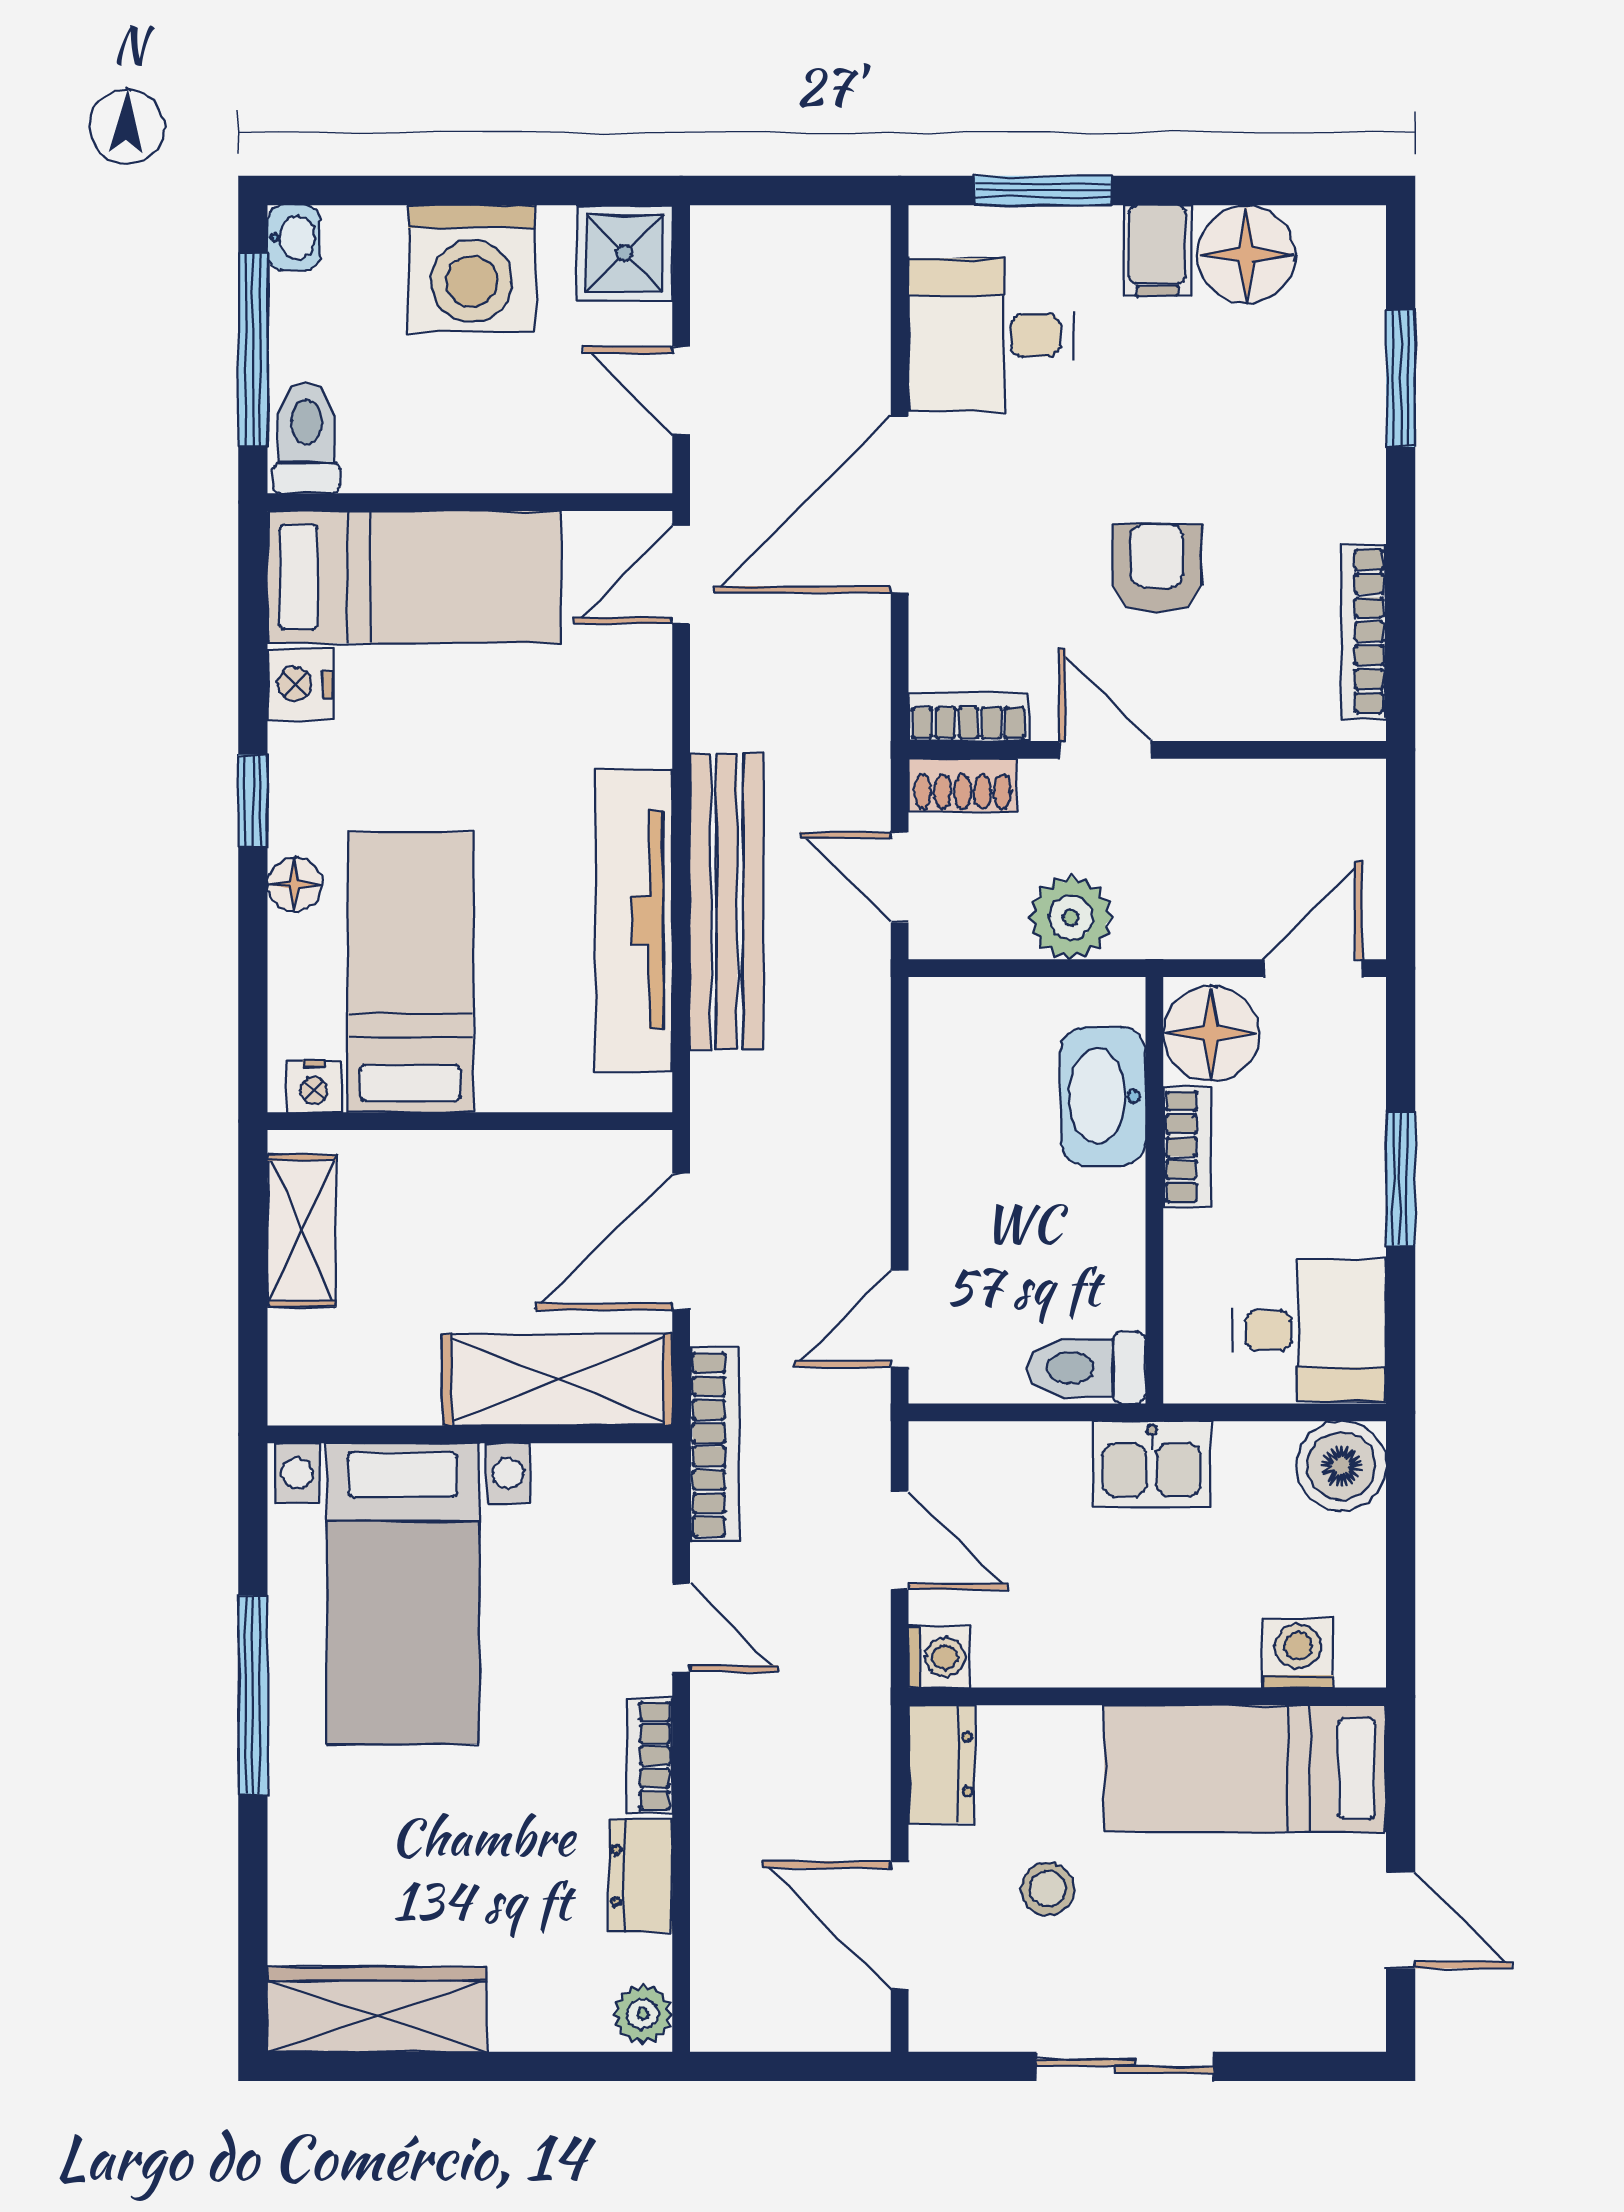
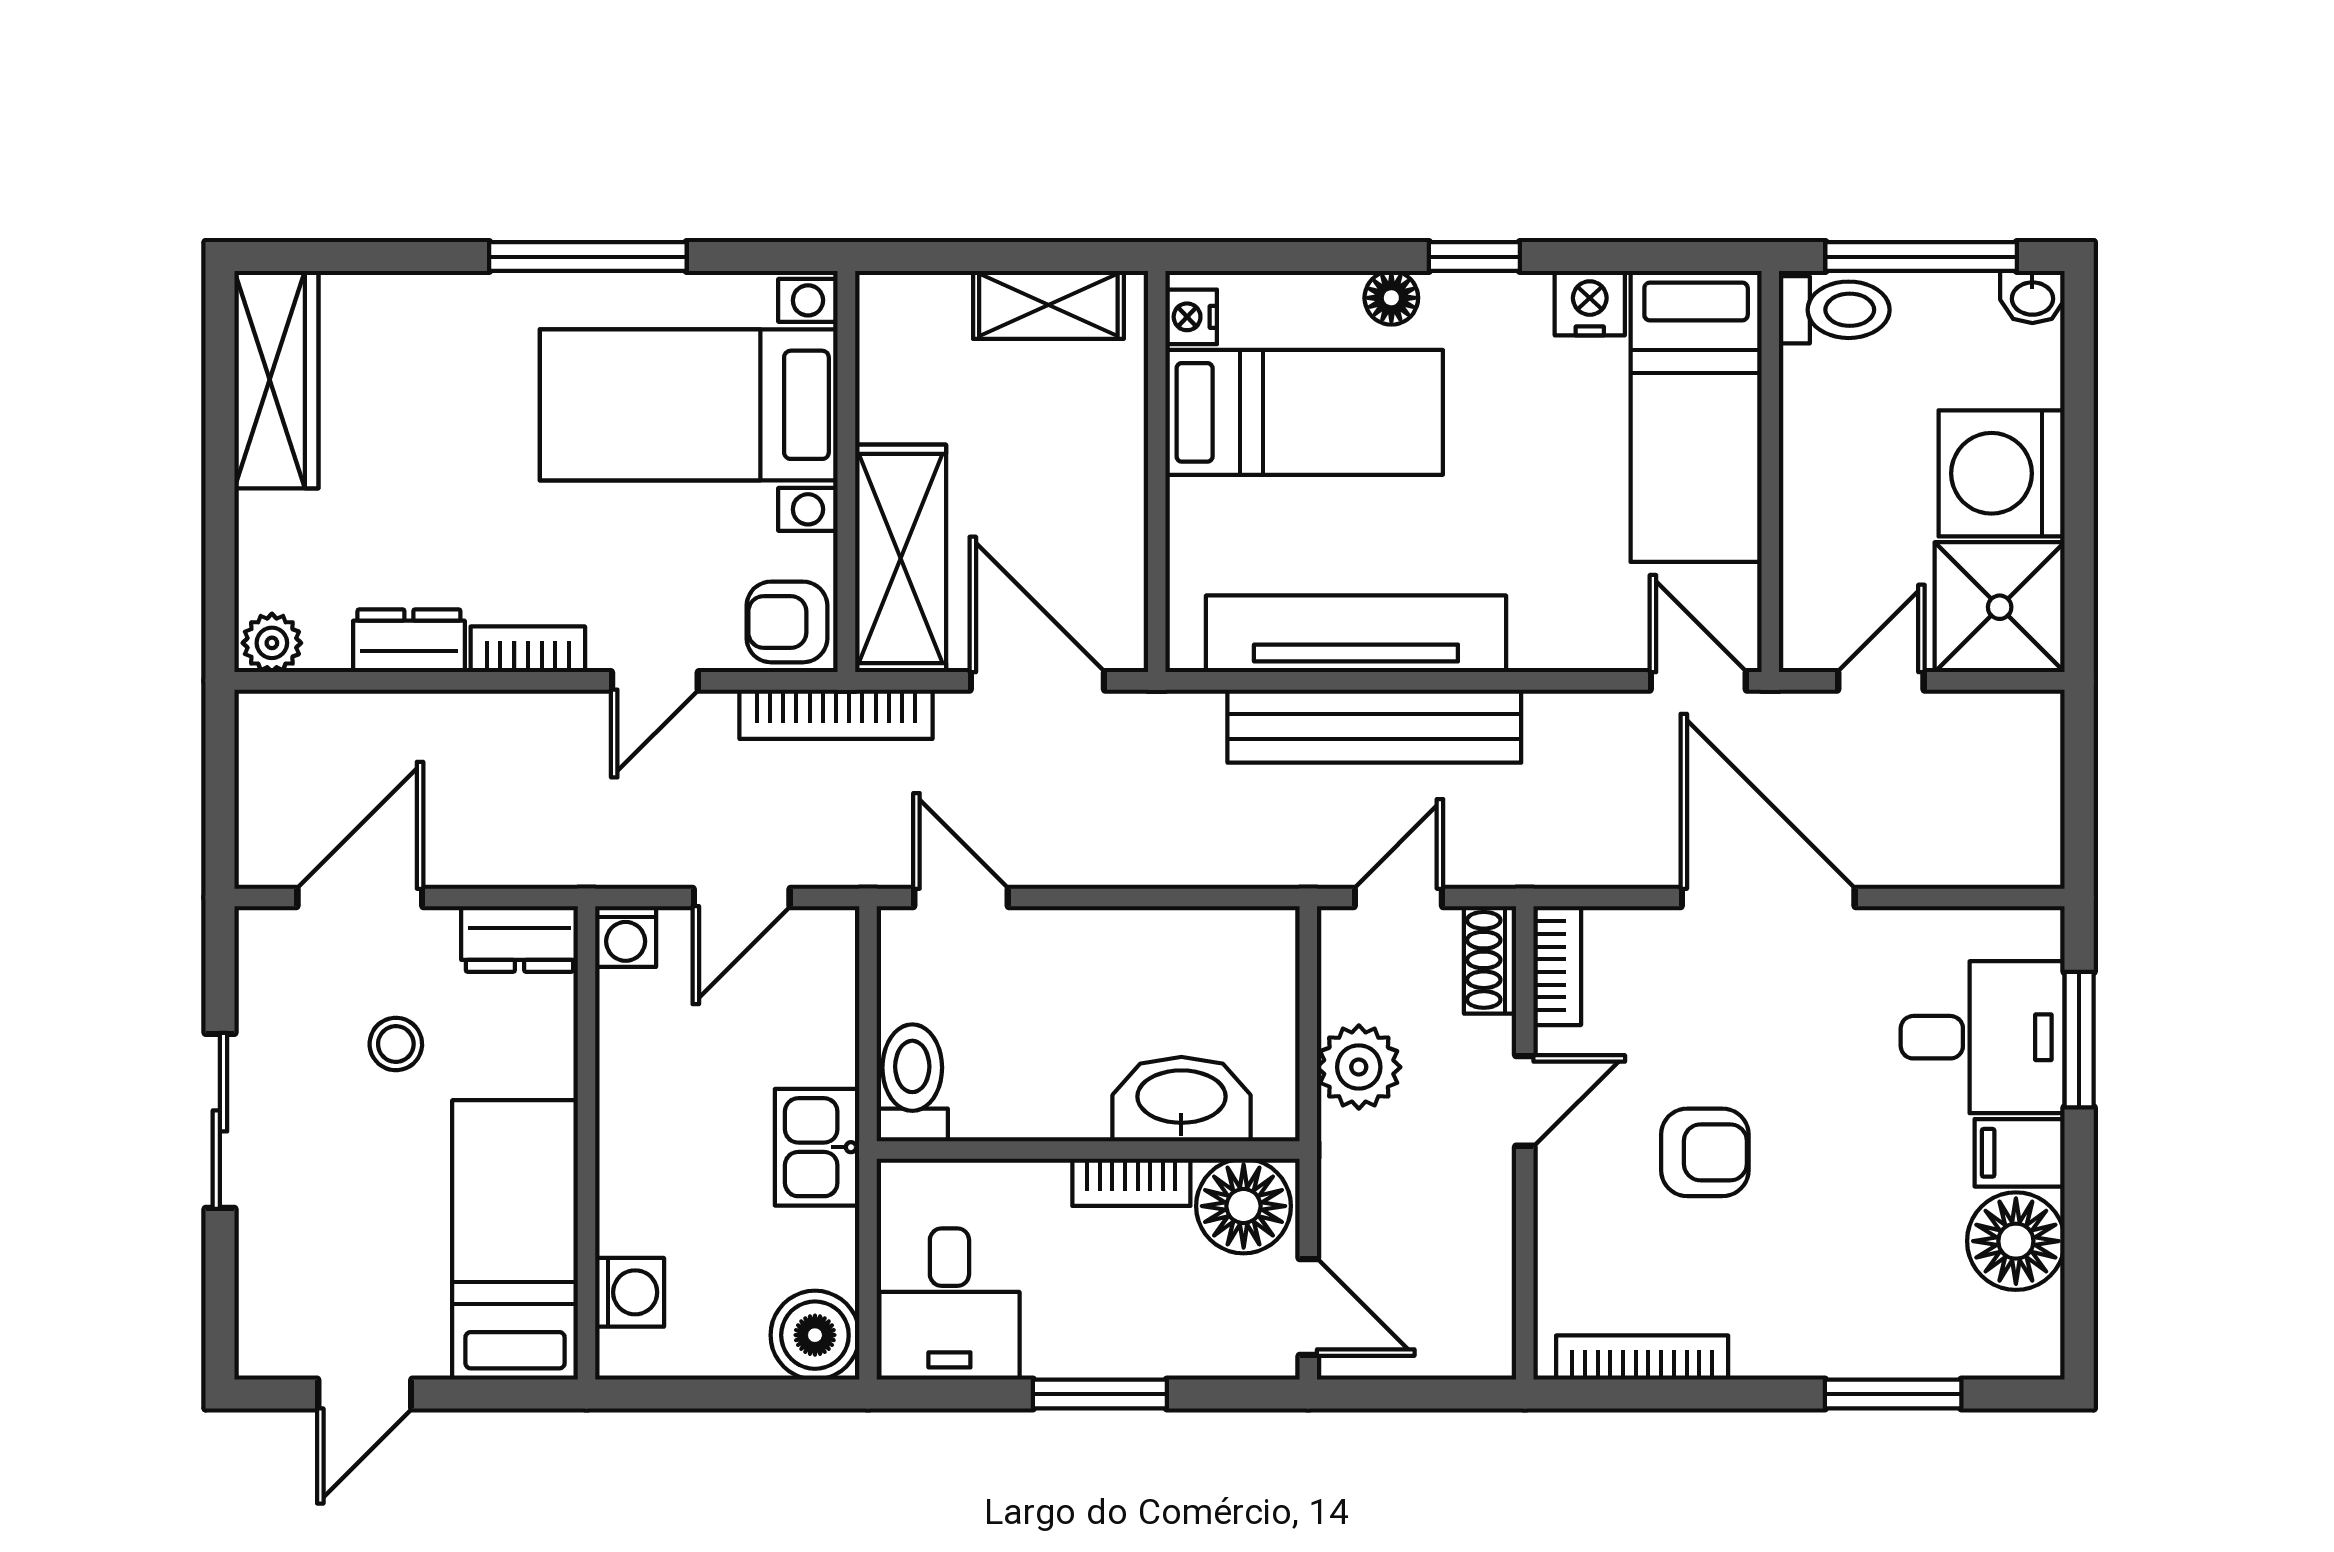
shower: (624, 253) -> (2000, 607), width x1.36, depth x1.36
desk: (991, 335) -> (1983, 1037), moved, turned 90
armchair: (622, 1494) -> (787, 622), added

